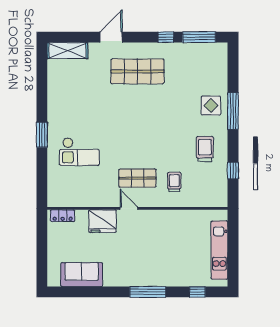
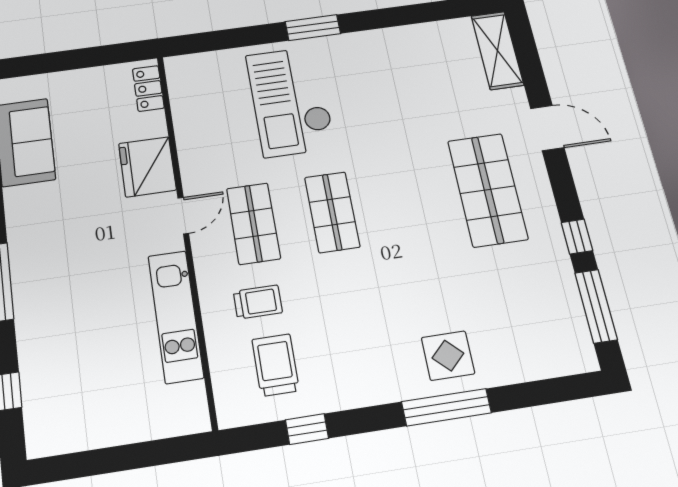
shop shelf: (137, 143) -> (332, 212), added
trolley: (205, 149) -> (276, 365), moved, turned -90
checkout: (79, 152) -> (290, 101), width x1.36, depth x1.21
kitchen unit: (219, 250) -> (176, 316), moved, turned -90

